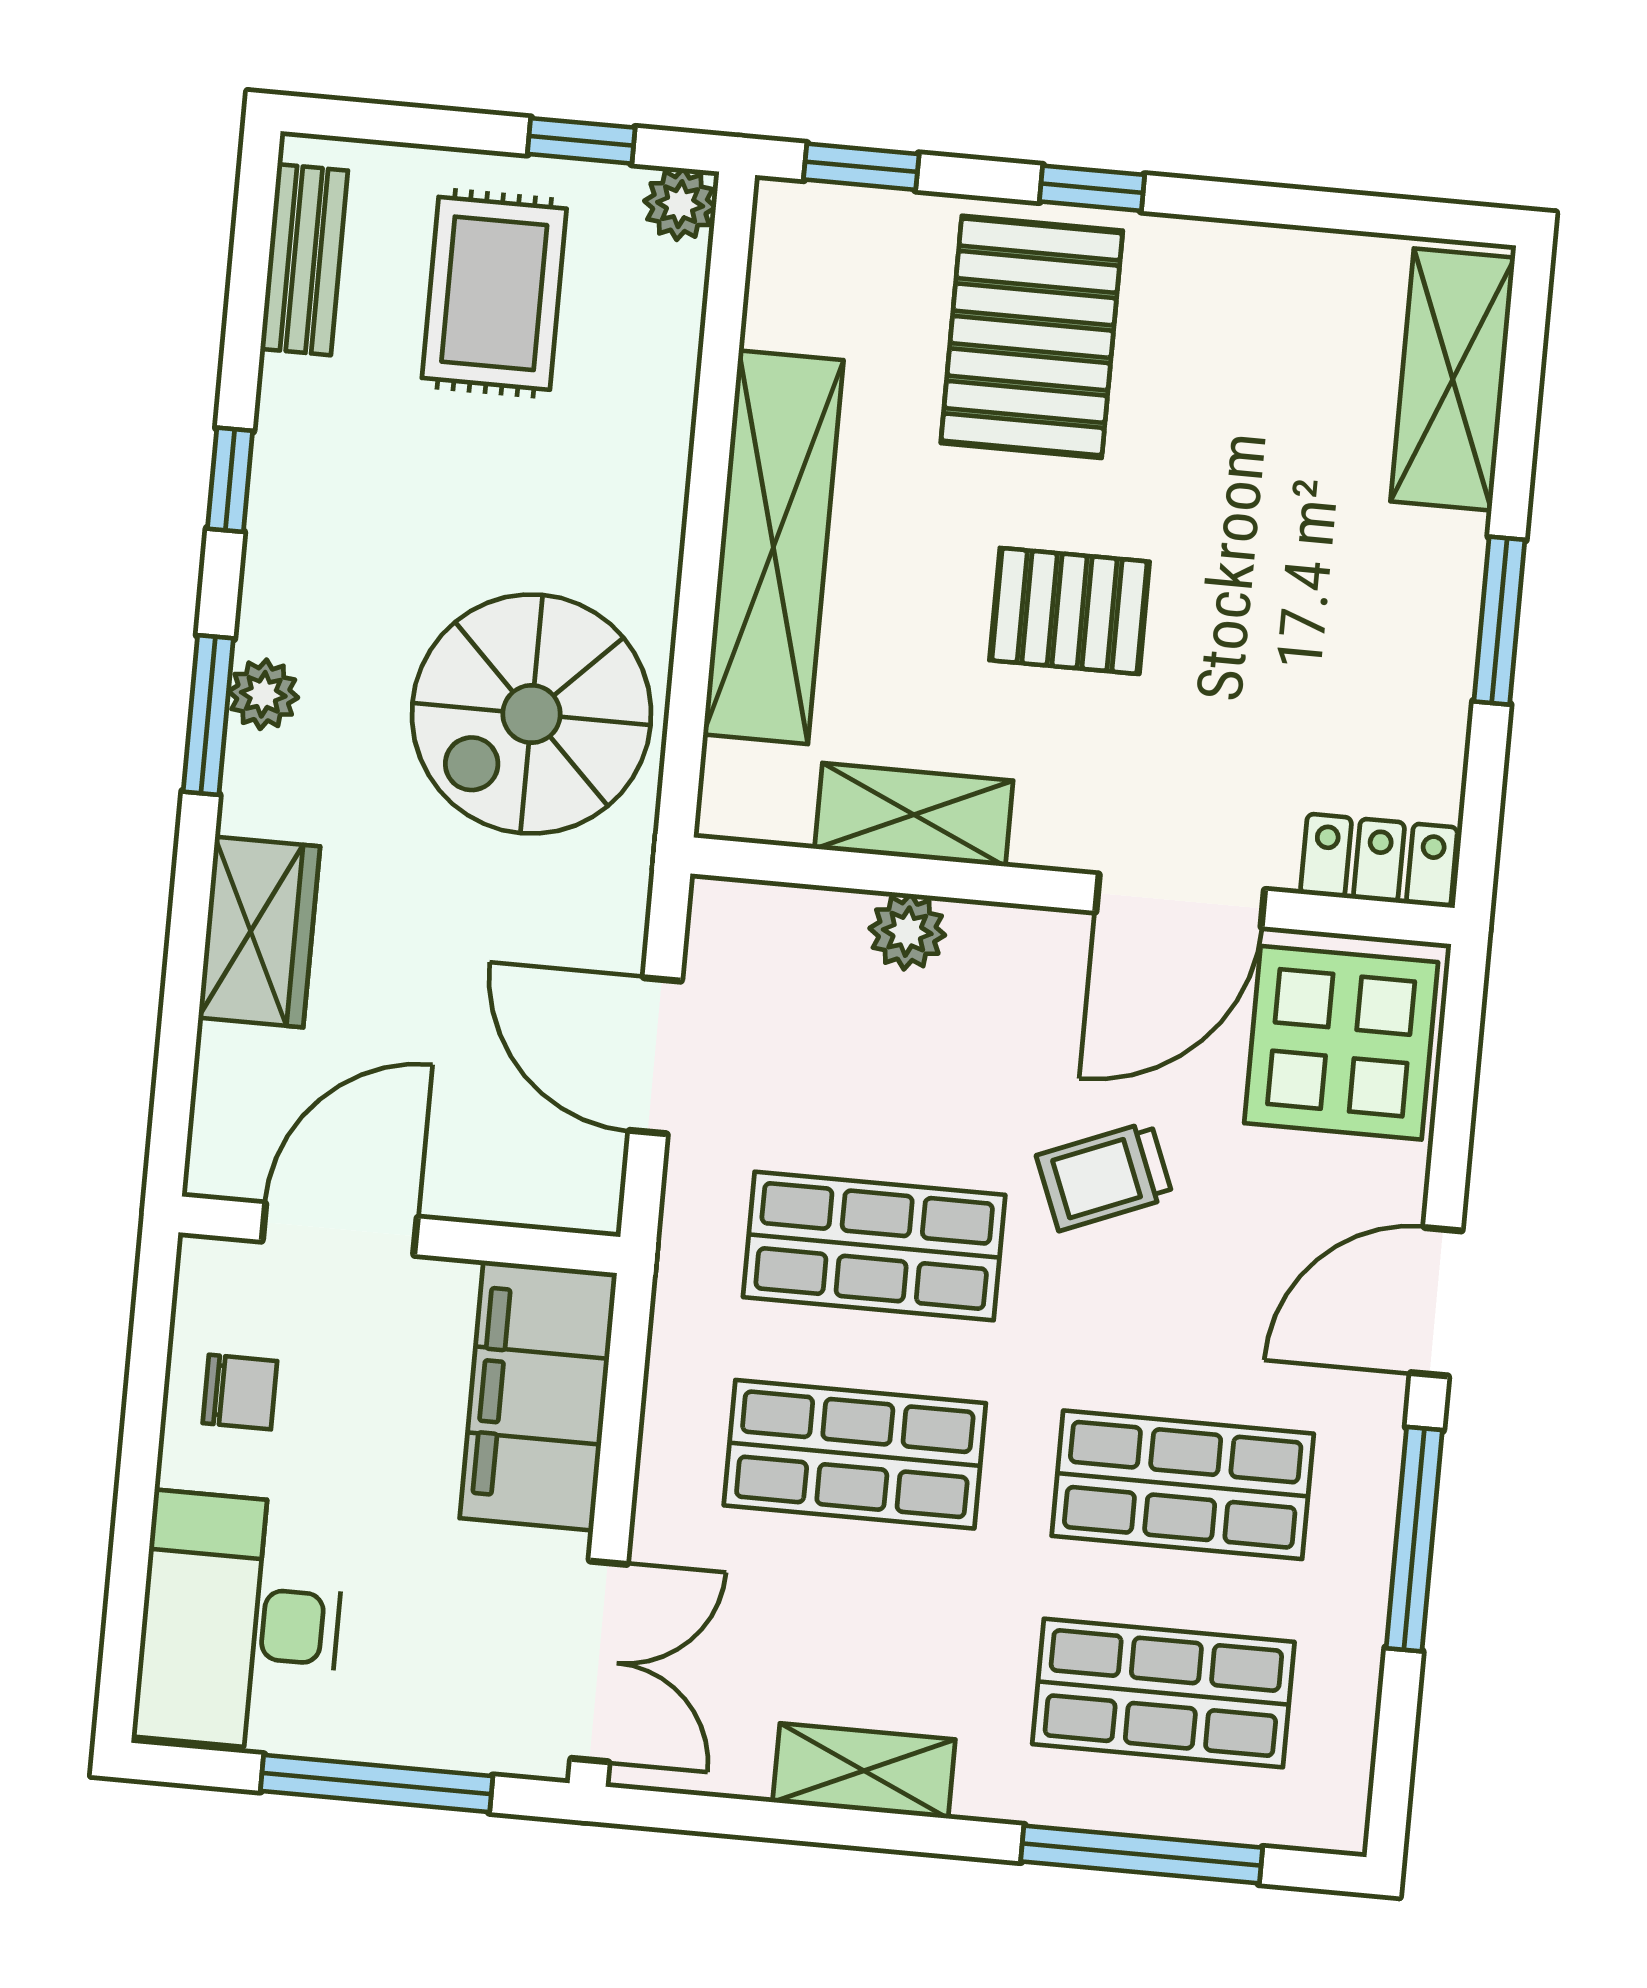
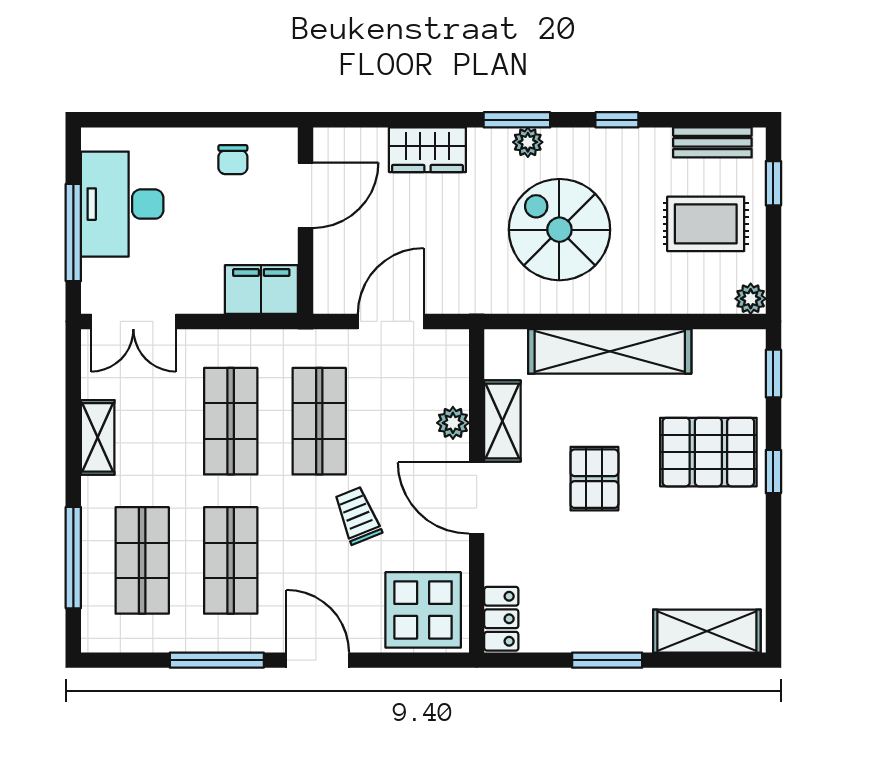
window: (581, 141) -> (773, 183), moved
spiral stairs: (531, 714) -> (559, 230), moved
door: (1180, 901) -> (477, 498), moved
door: (340, 1229) -> (305, 195), hinge flipped
filing cabinet: (538, 1396) -> (261, 290), width x0.67, depth x0.86
desk: (240, 1622) -> (122, 204), moved, turned -90

